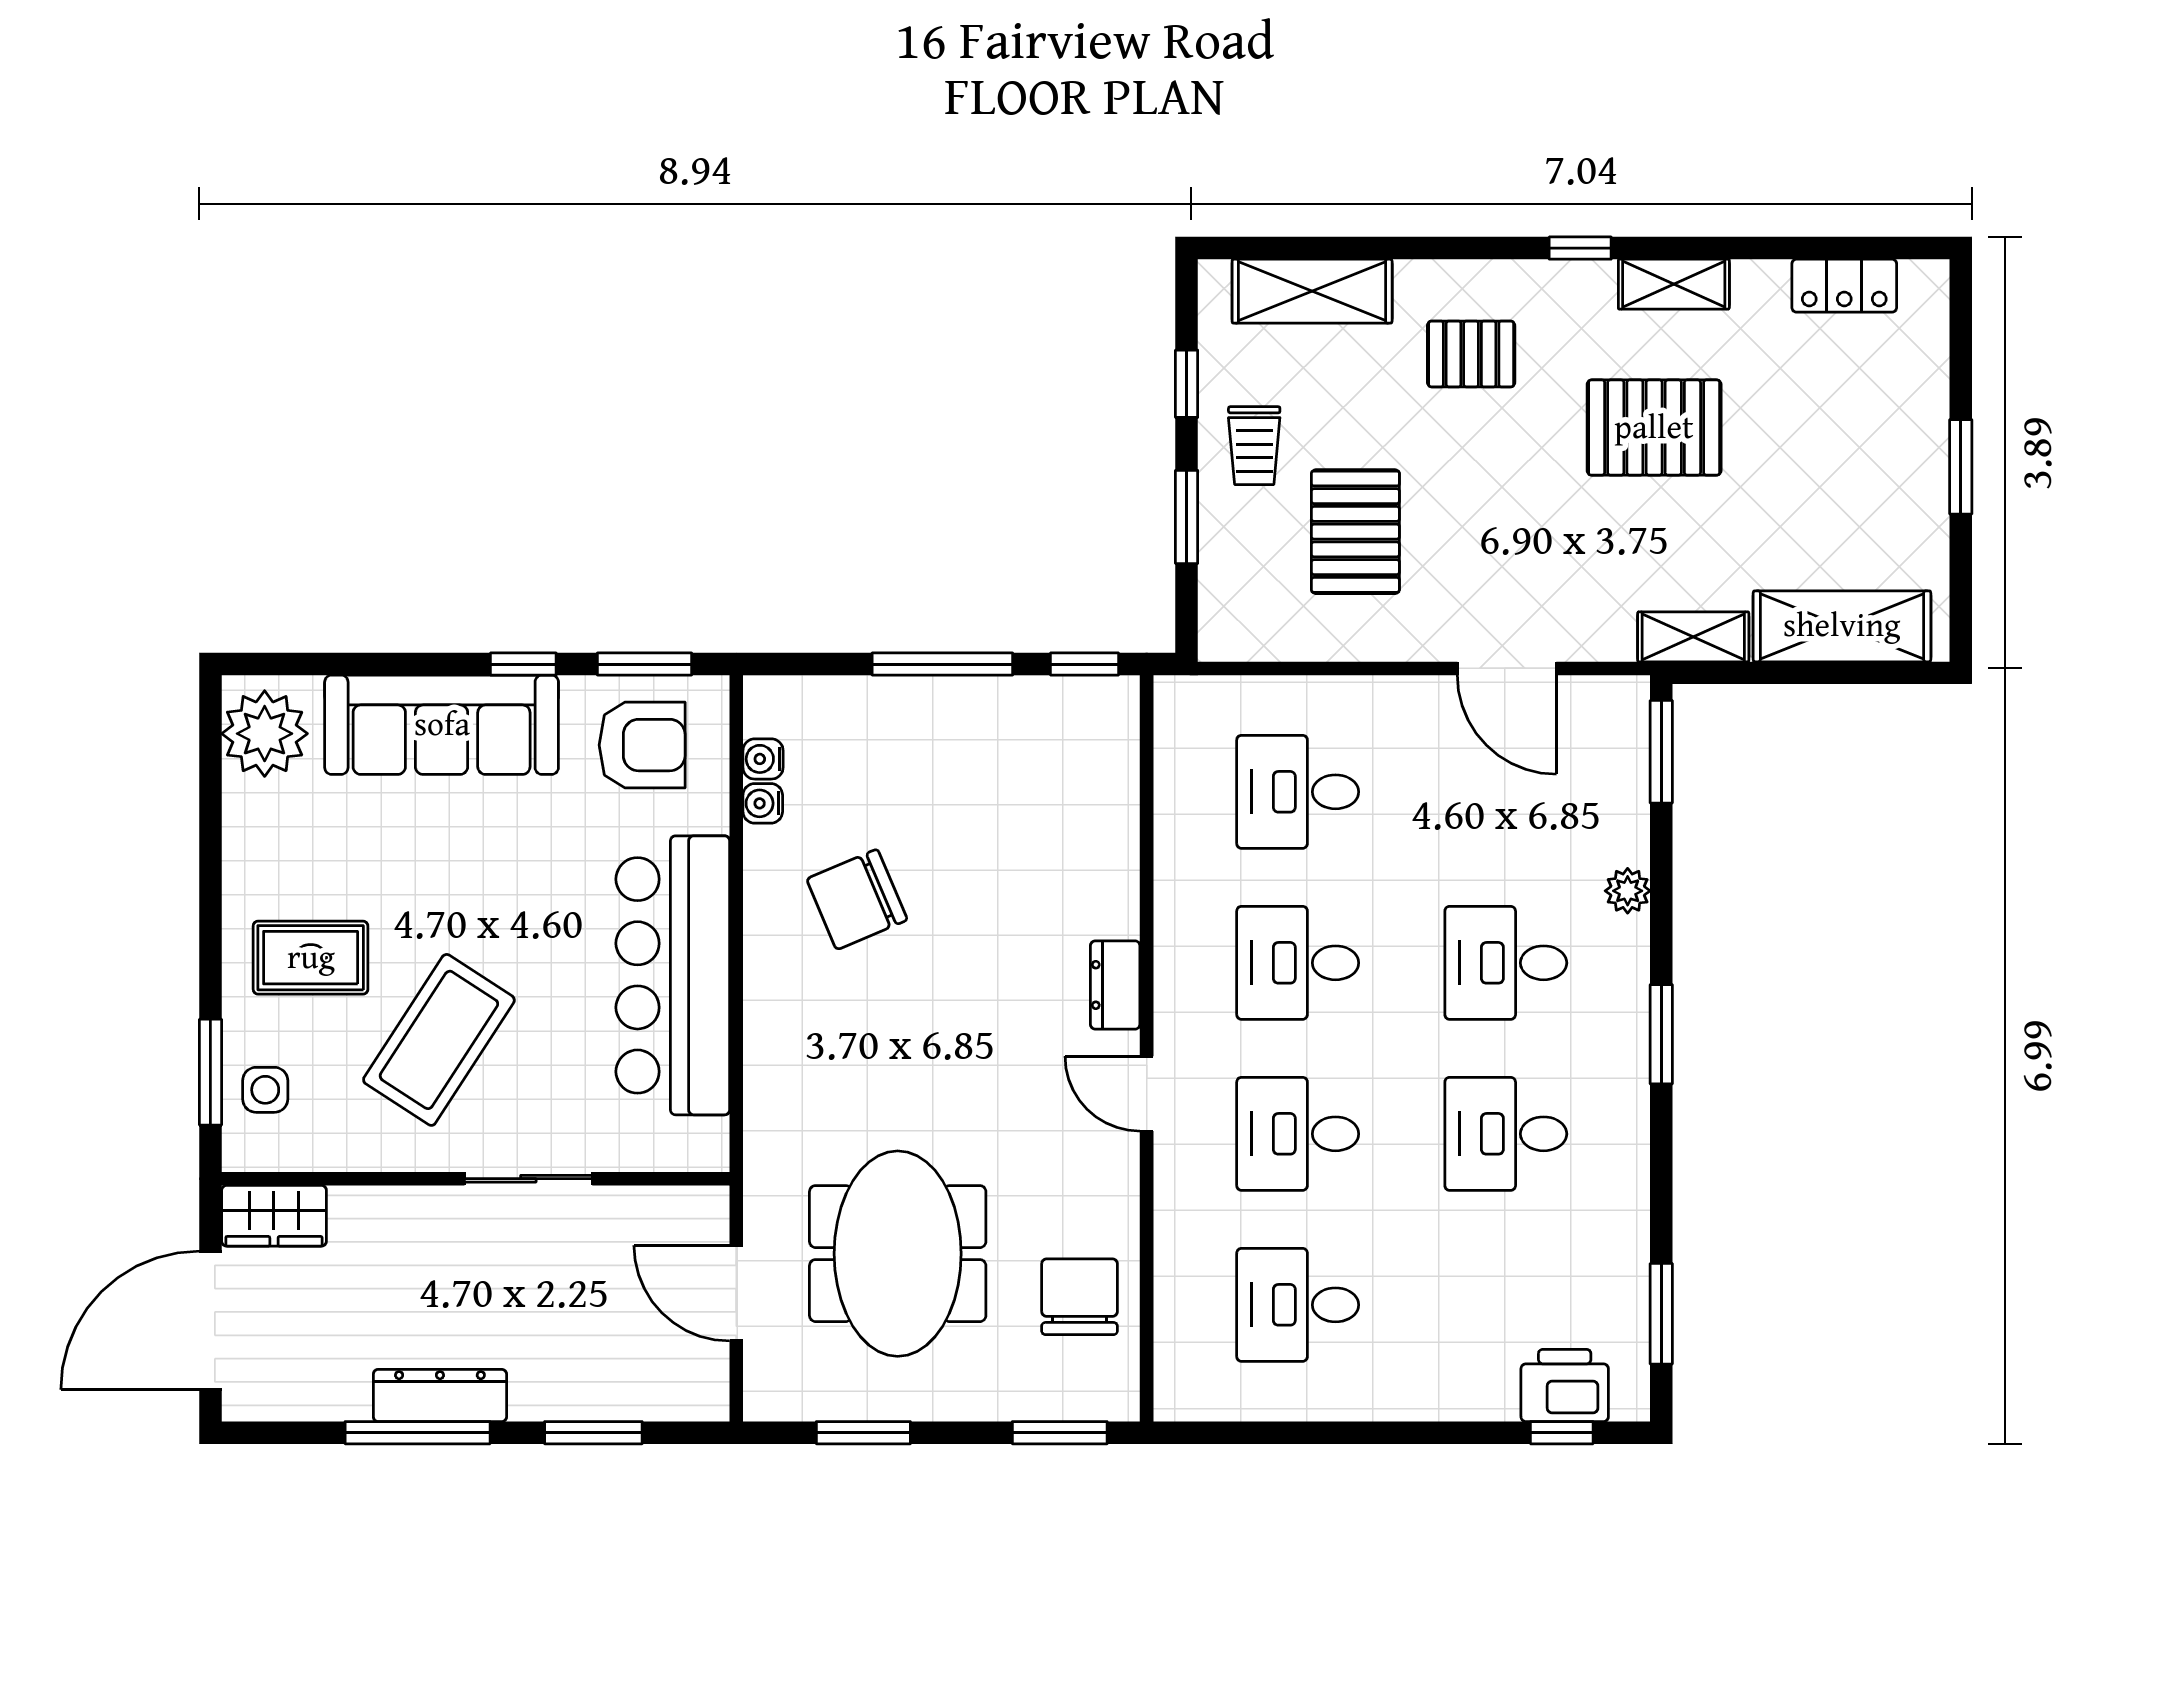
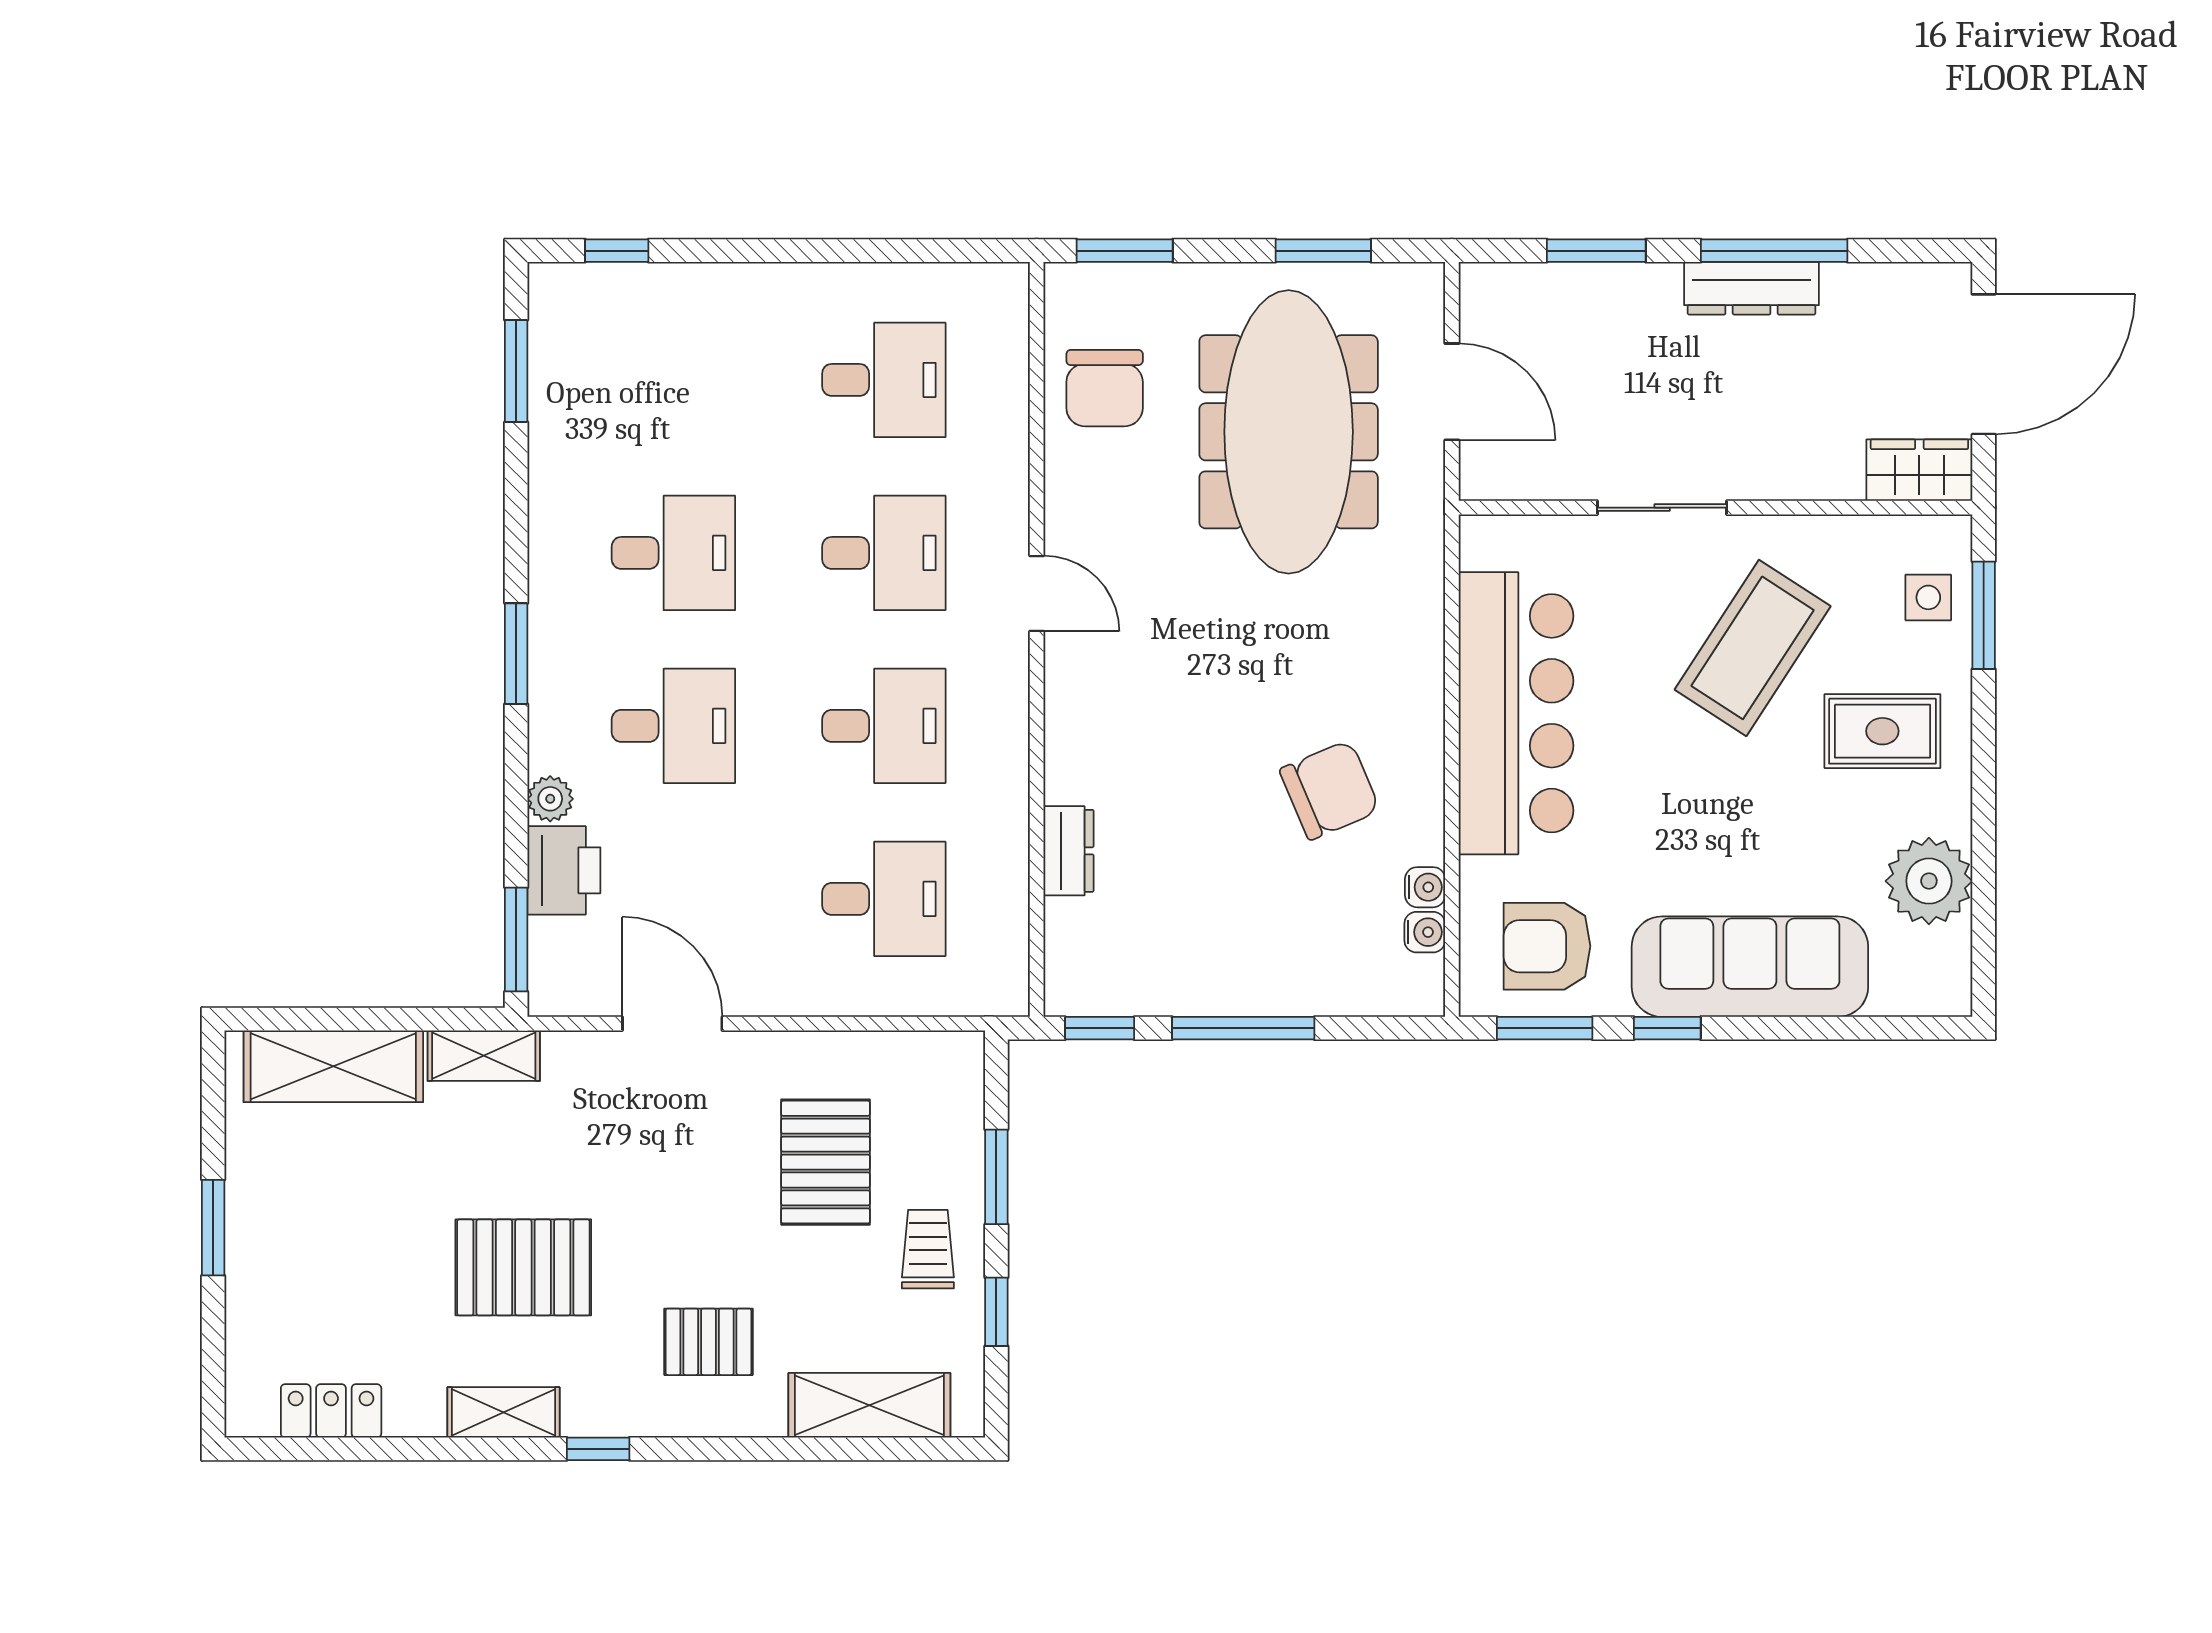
plant: (265, 734) -> (1929, 881), moved
dresser: (1115, 985) -> (1069, 851), moved
meeting table: (898, 1254) -> (1289, 432), width x1.36
printer: (1565, 1385) -> (564, 870), moved, turned -90

